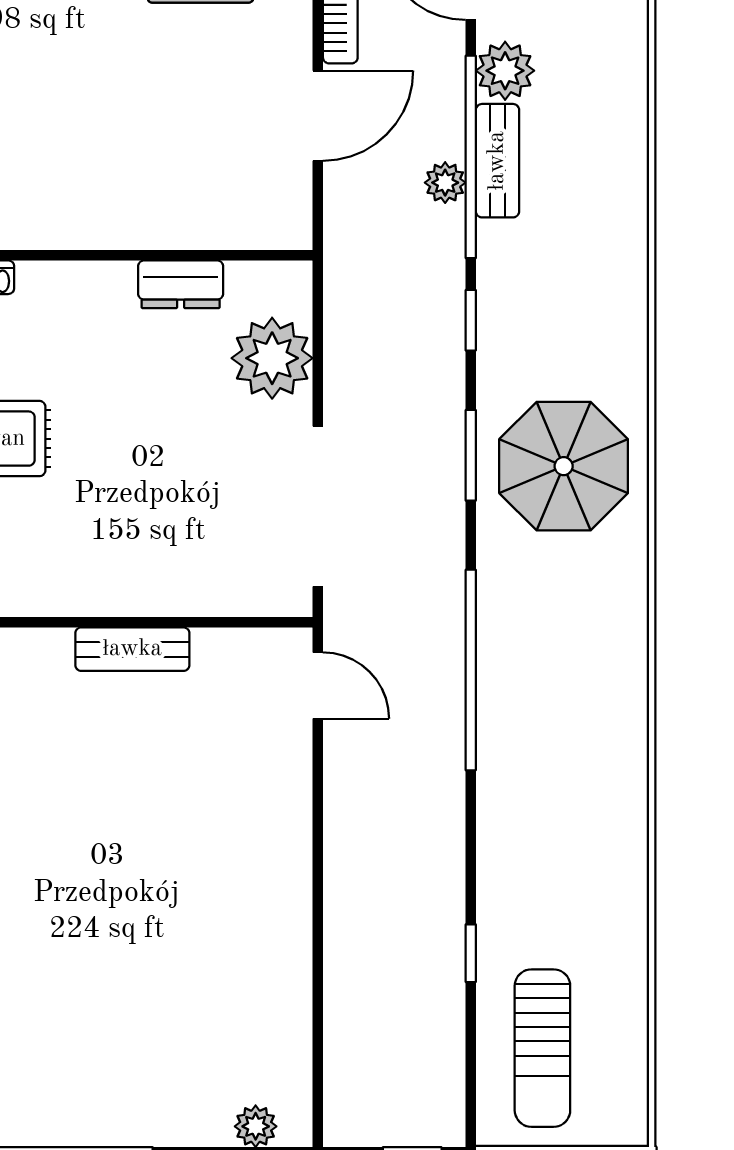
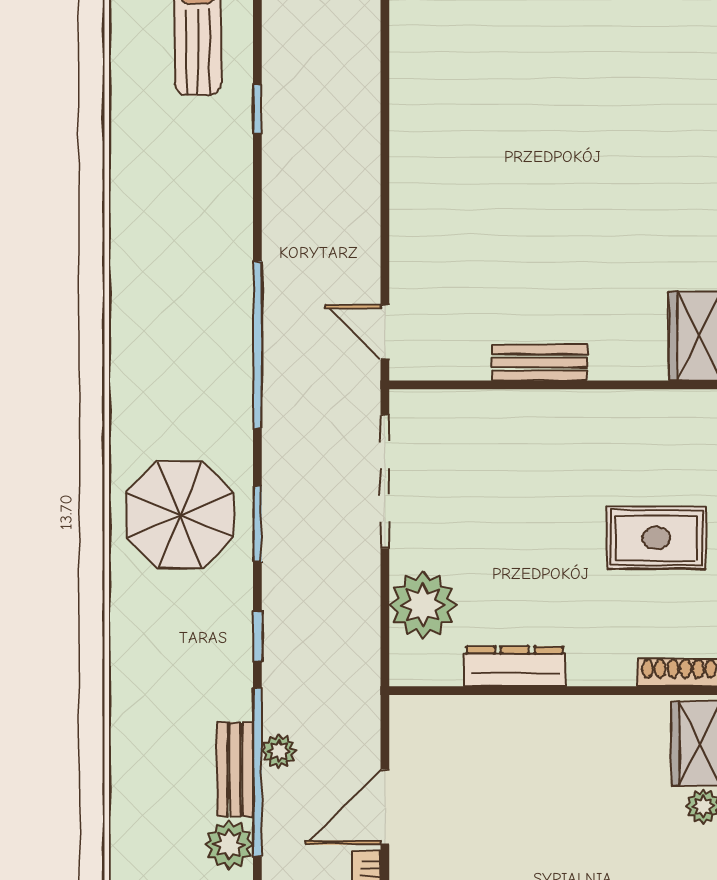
dresser: (181, 284) -> (515, 666), width x1.44

